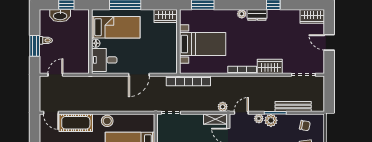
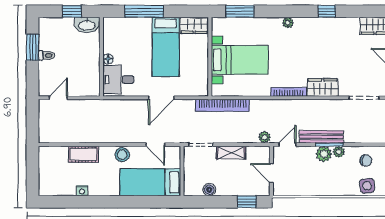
dresser: (257, 15) -> (307, 24), removed
washbasin: (60, 16) -> (87, 25), moved
bed: (116, 27) -> (166, 47), moved, turned 90
window: (35, 46) -> (33, 47), moved
bench: (293, 106) -> (321, 137), moved
door: (51, 113) -> (155, 145), moved
shelving: (215, 119) -> (231, 153), moved
plant: (259, 119) -> (339, 152), moved
cot: (76, 123) -> (83, 154), width x0.73, depth x0.75

